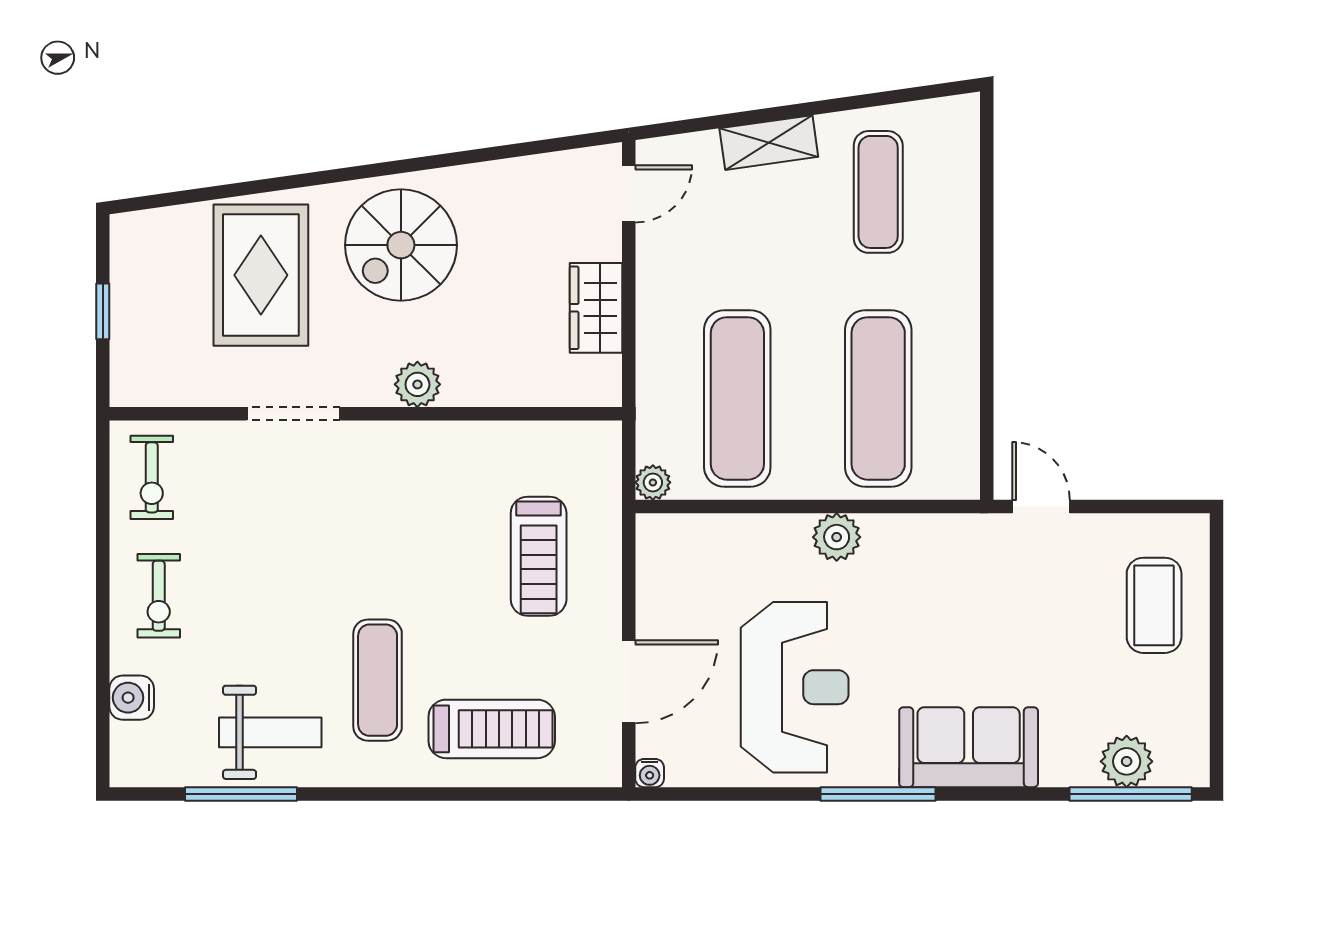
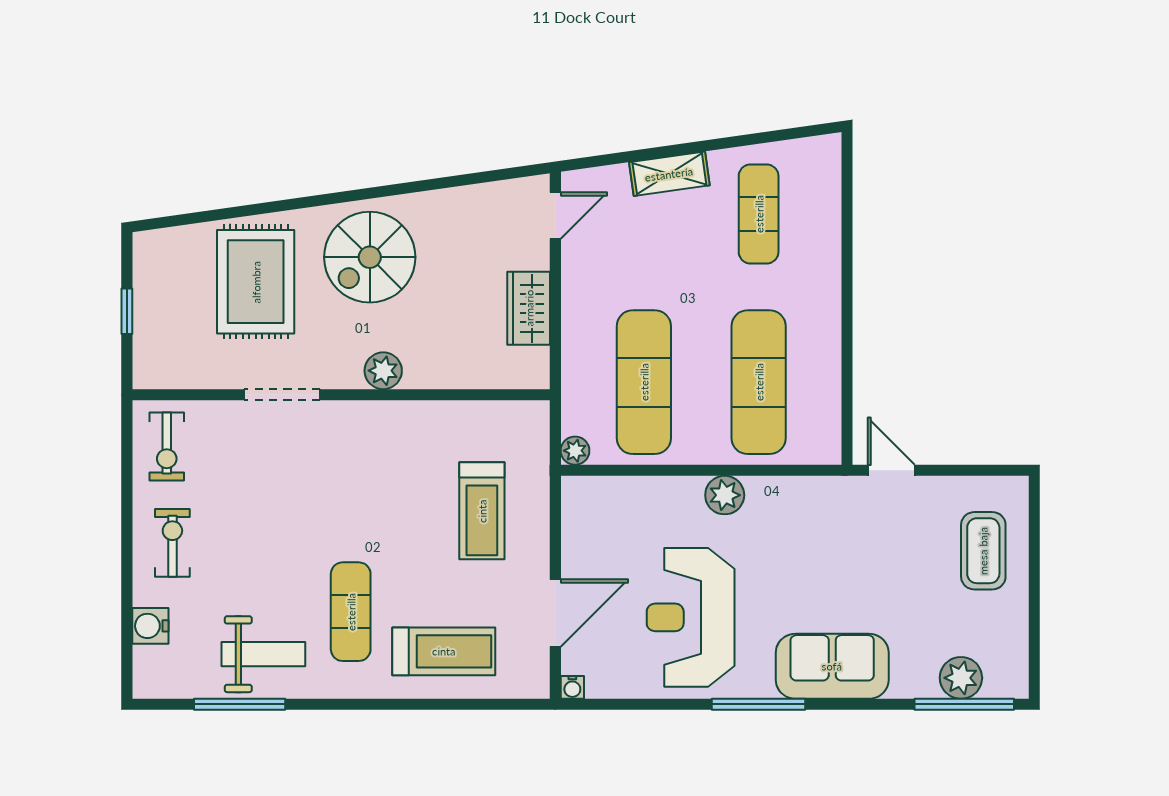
exercise bike: (159, 596) -> (172, 543), turned 180
reception desk: (795, 687) -> (691, 617), turned 180

